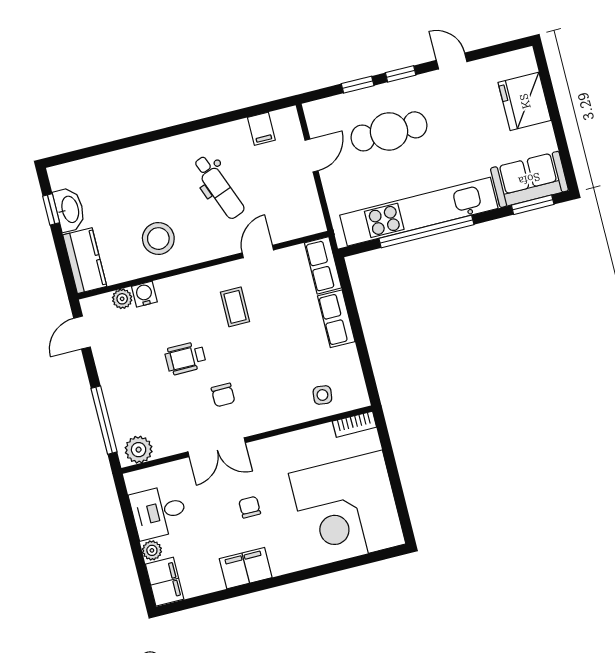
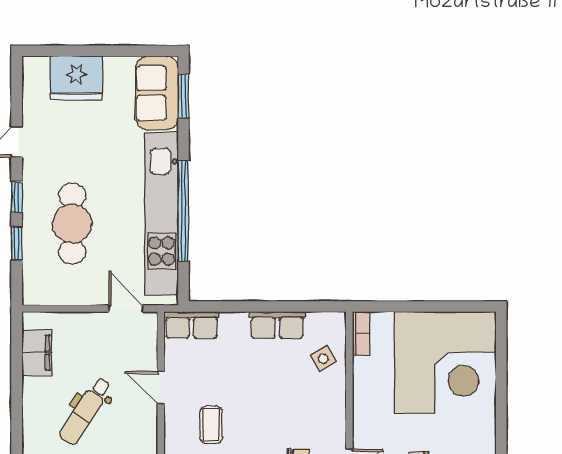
filing cabinet: (261, 129) -> (37, 353), width x2.00
door: (311, 155) -> (126, 309), moved
dental chair: (219, 187) -> (85, 411), turned 144
coffee table: (235, 307) -> (211, 425), turned 90
row of seats: (336, 319) -> (277, 325), moved
side table: (322, 395) -> (323, 358), turned -38

